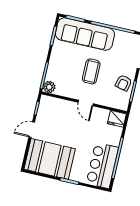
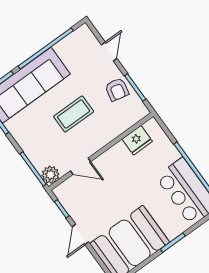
coffee table: (91, 71) -> (74, 114), turned 90
door: (86, 103) -> (81, 166), moved
fridge: (117, 119) -> (137, 140), moved

